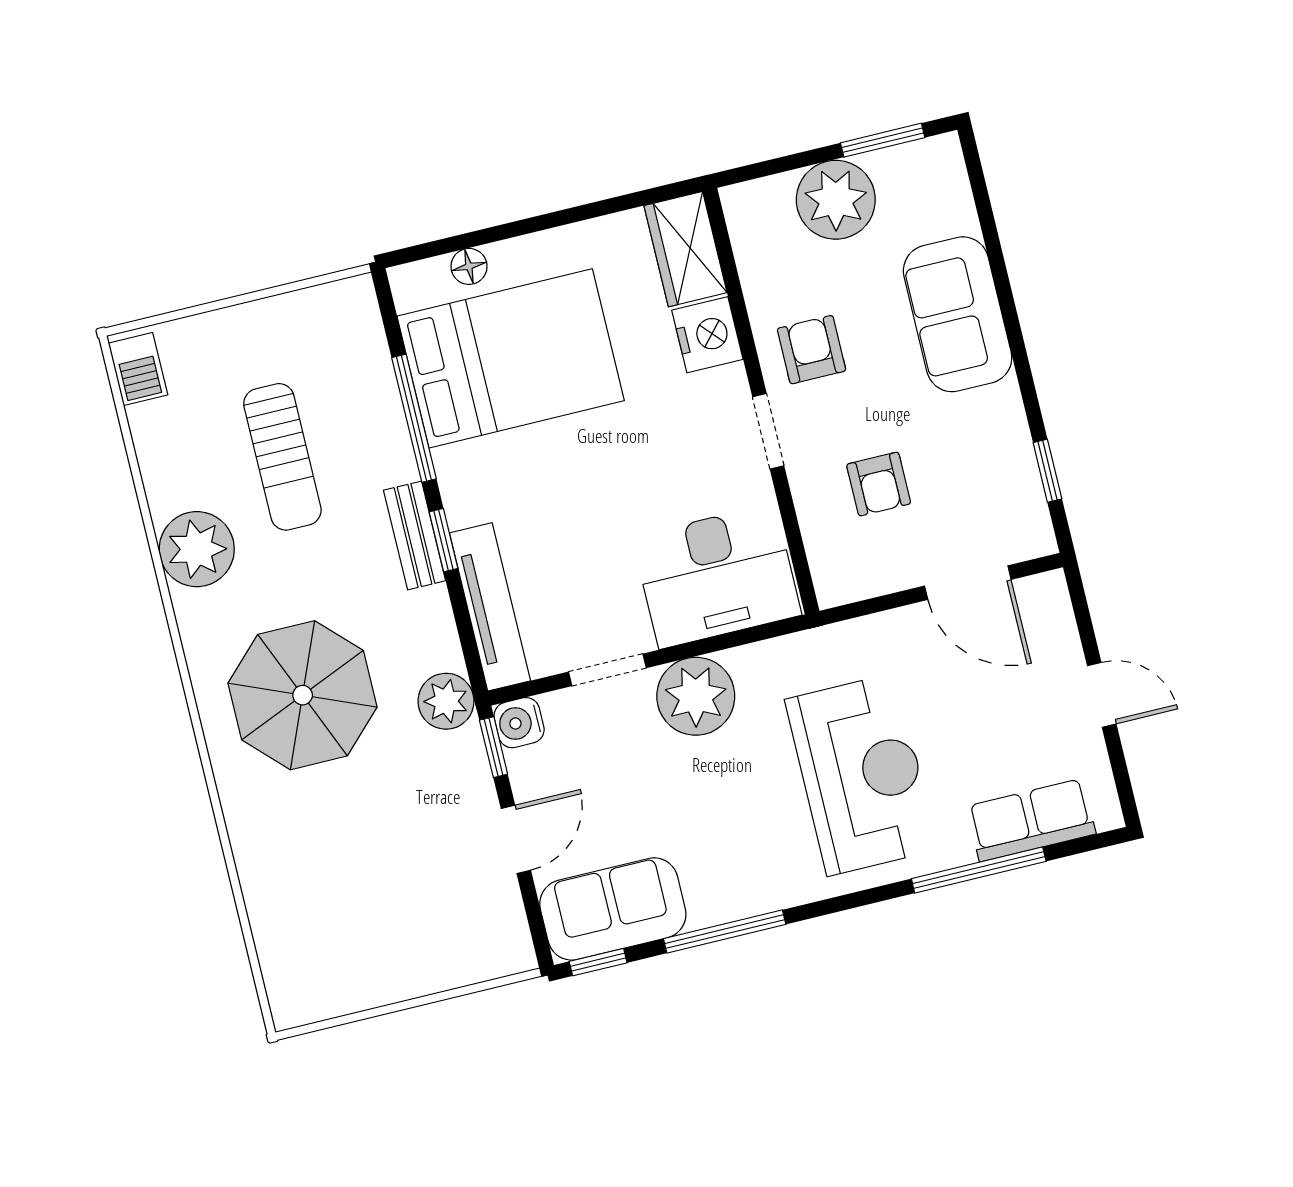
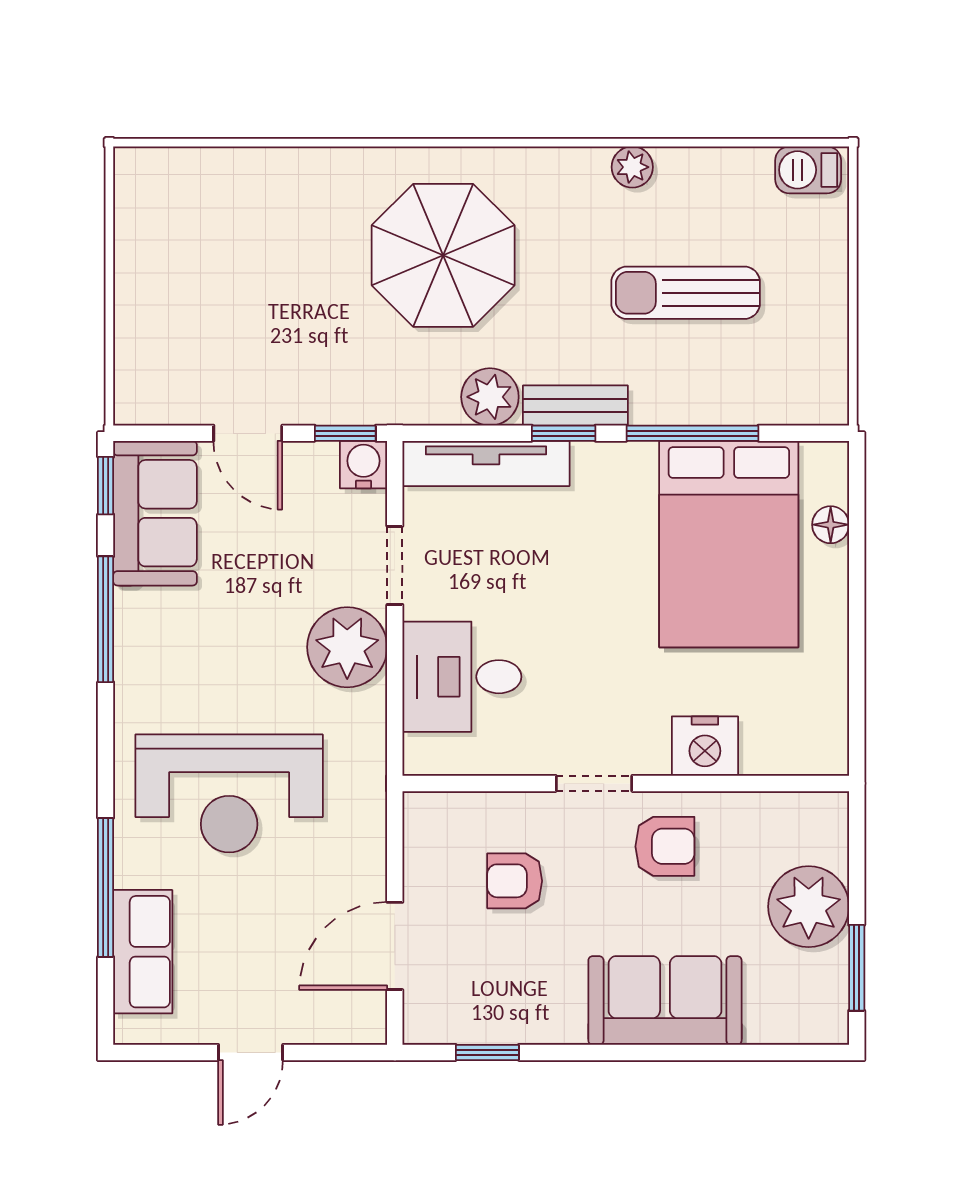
wardrobe: (685, 249) -> (796, 745), removed
plant: (197, 549) -> (632, 167), width x0.53, depth x0.53
desk: (717, 576) -> (462, 677), width x0.73
plant: (446, 701) -> (490, 397), moved

